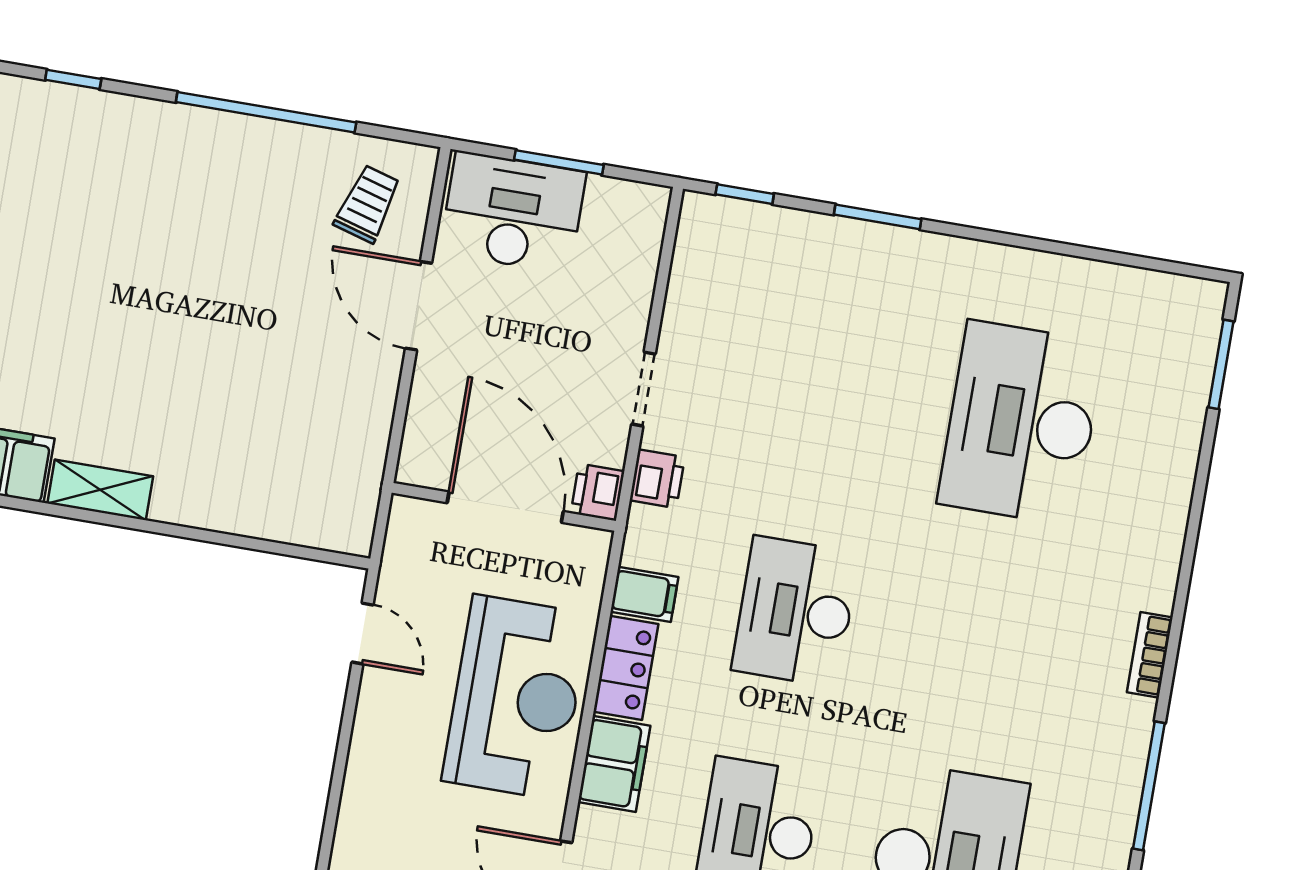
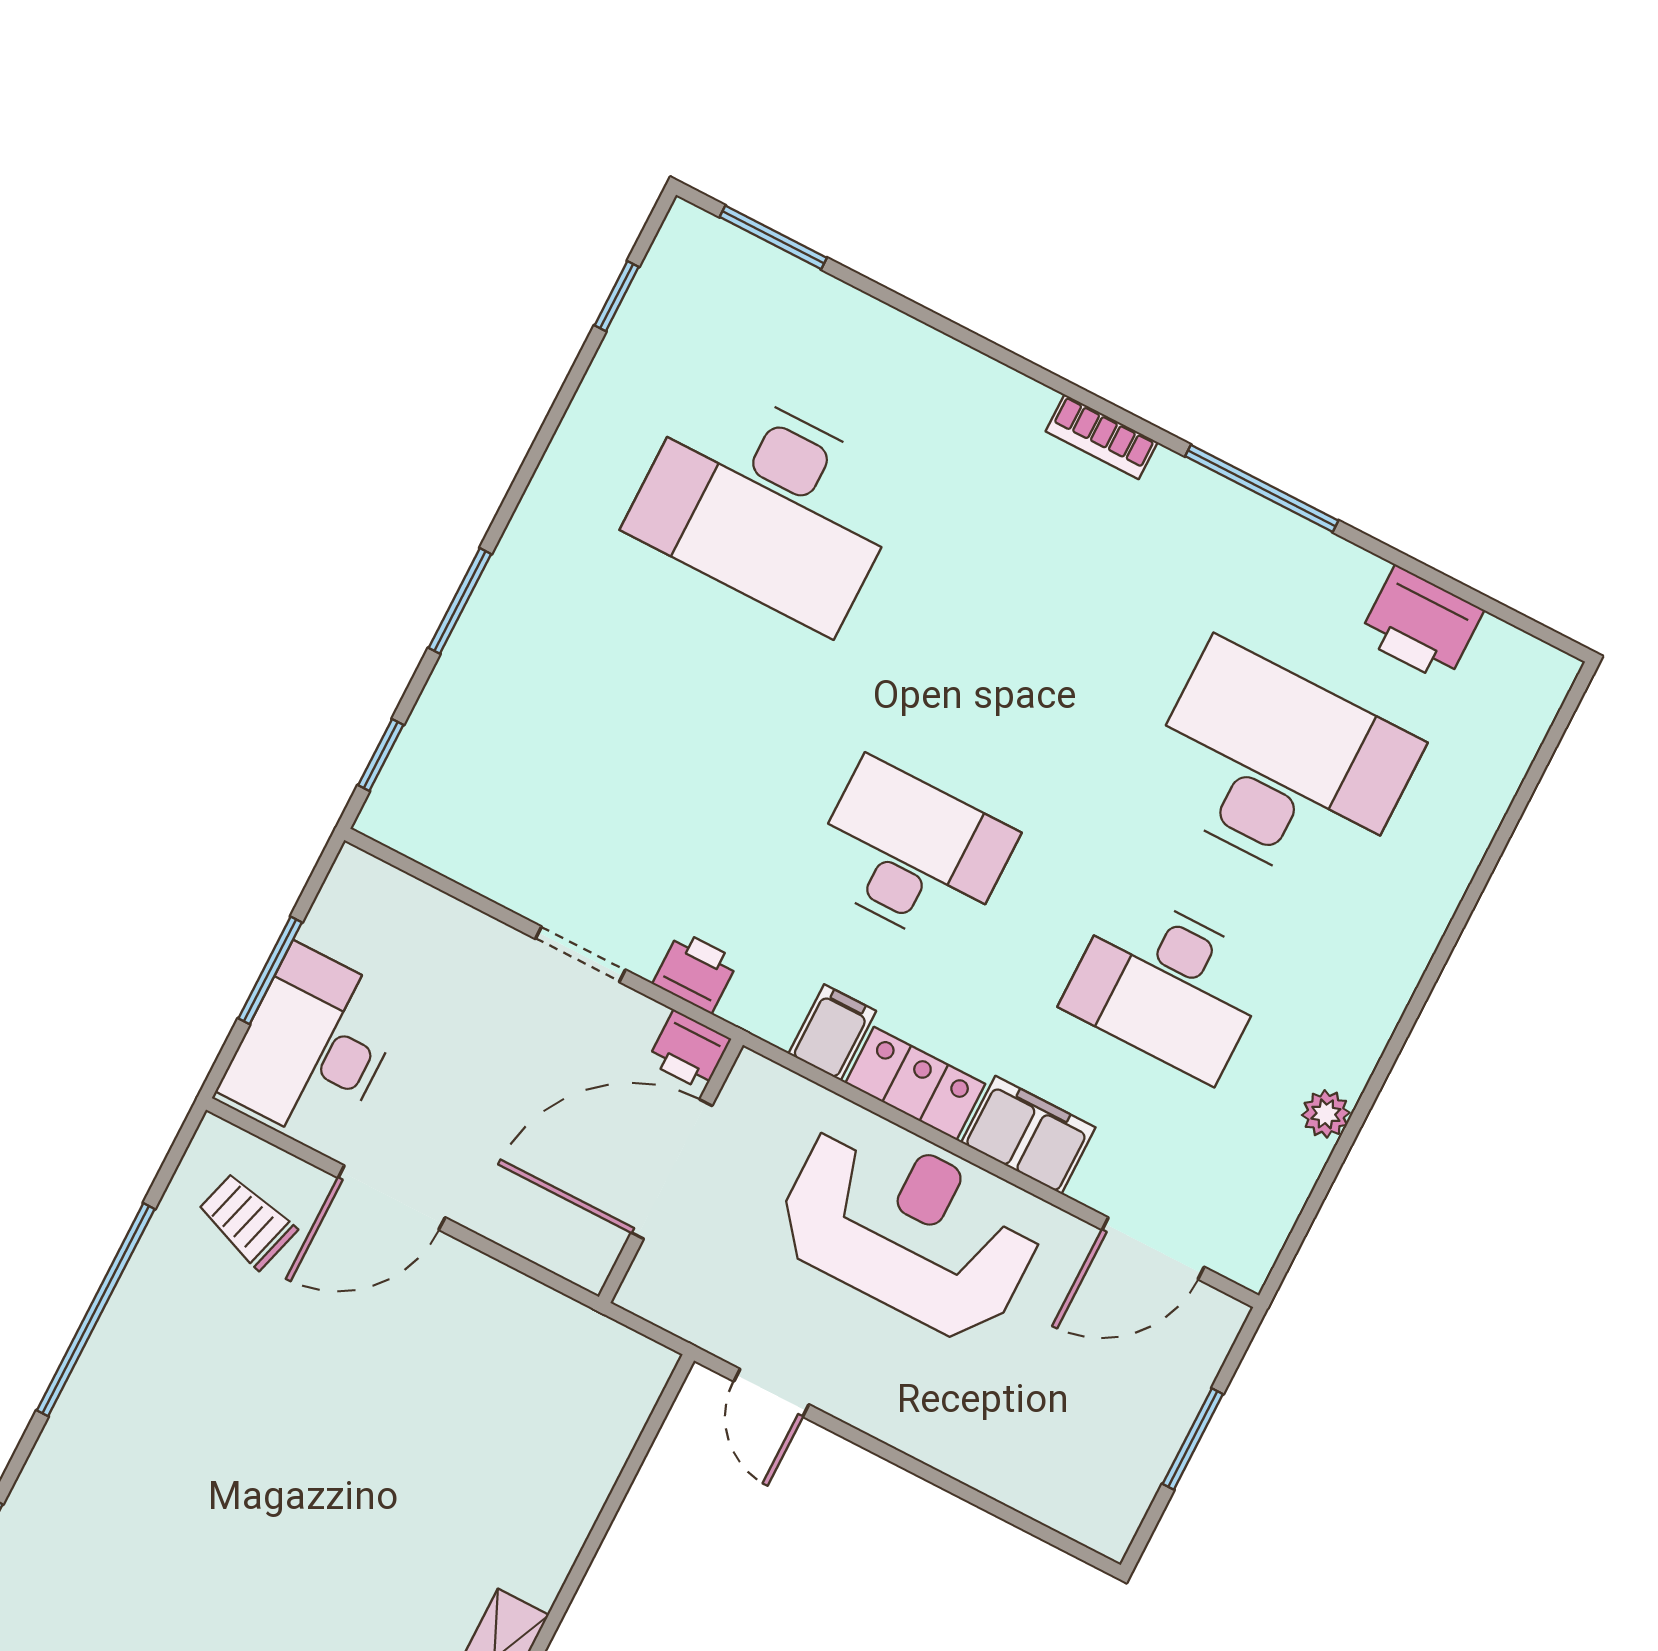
window: (1141, 262) -> (617, 296), added
desk: (795, 612) -> (912, 854), turned 180
door: (363, 633) -> (771, 1393), swing flipped

